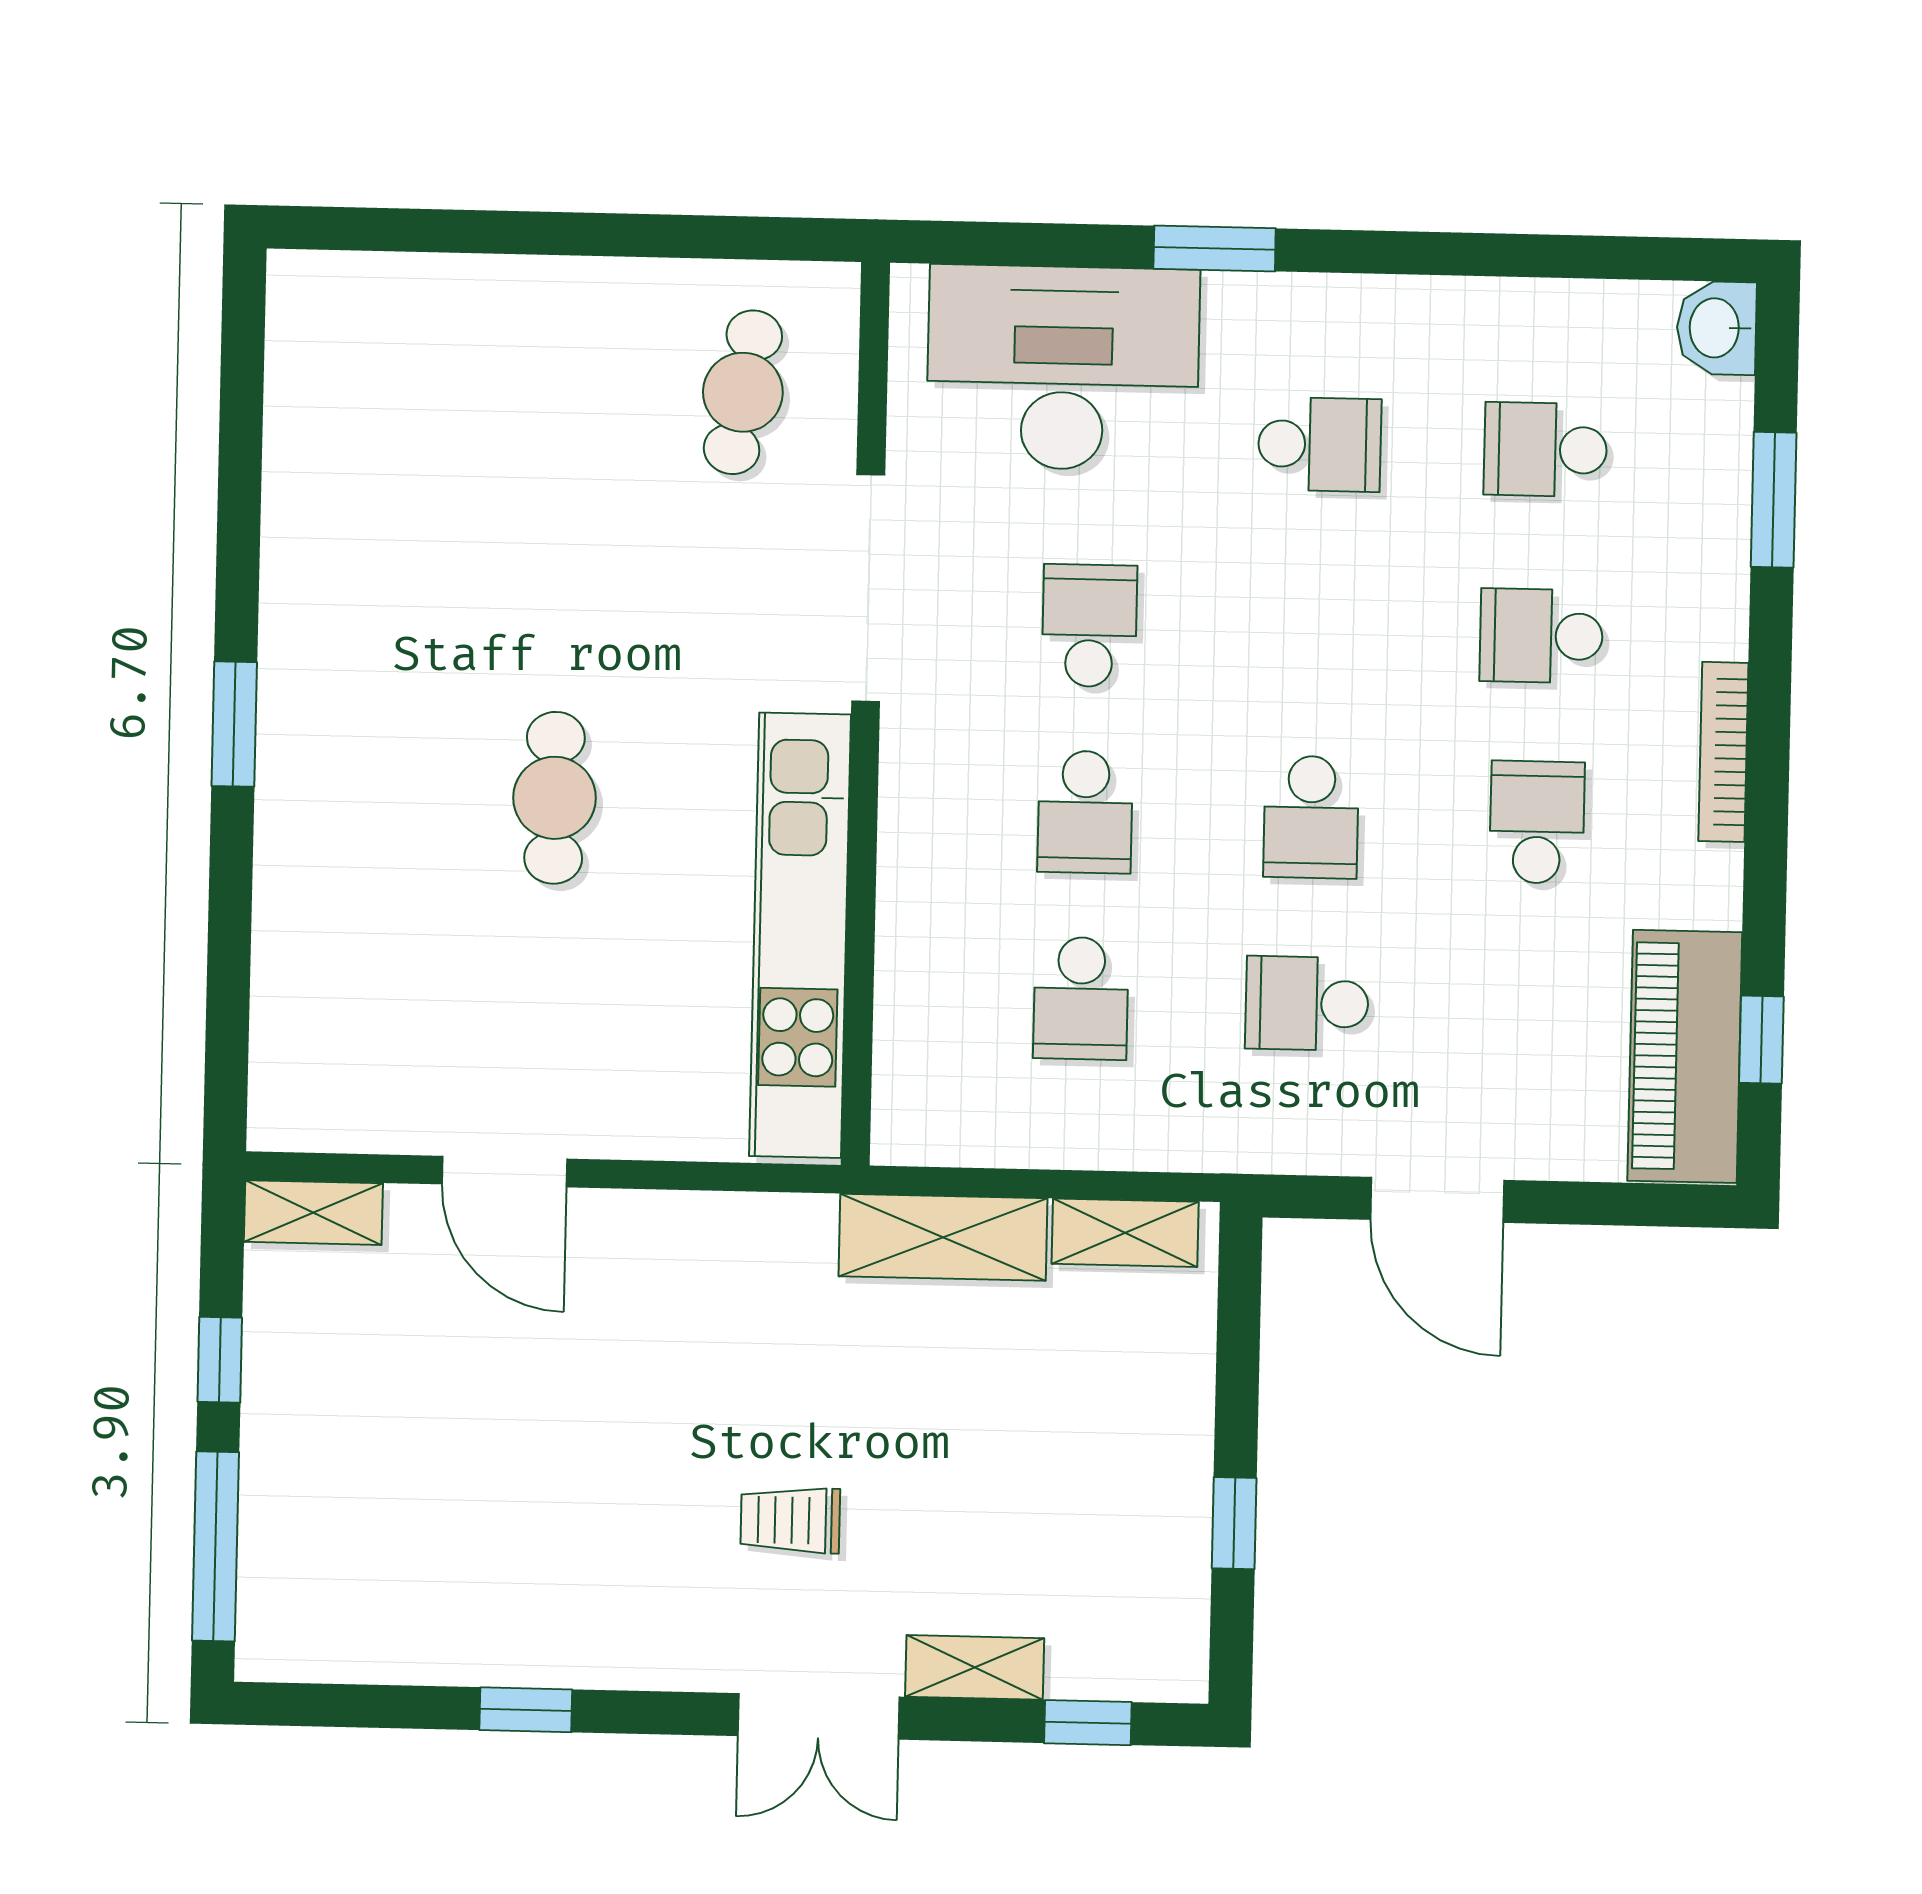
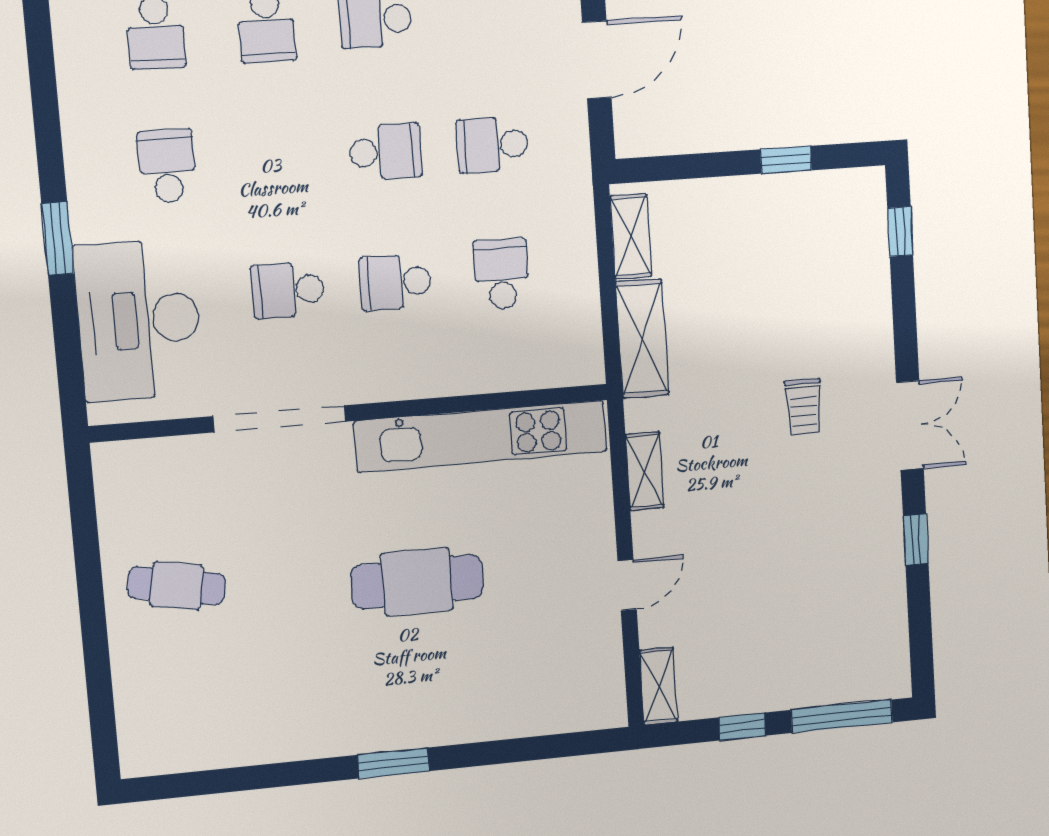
cafe table: (743, 392) -> (176, 586), moved
cafe table: (554, 798) -> (417, 582), width x1.37, depth x1.35
school desk: (1085, 812) -> (395, 282), turned 180
school desk: (1081, 998) -> (502, 274), turned -90
school desk: (1307, 1003) -> (492, 145), turned 90
door: (504, 1172) -> (627, 585), width x0.73
shelving: (975, 1667) -> (645, 471), moved
double door: (818, 1716) -> (910, 425), moved

